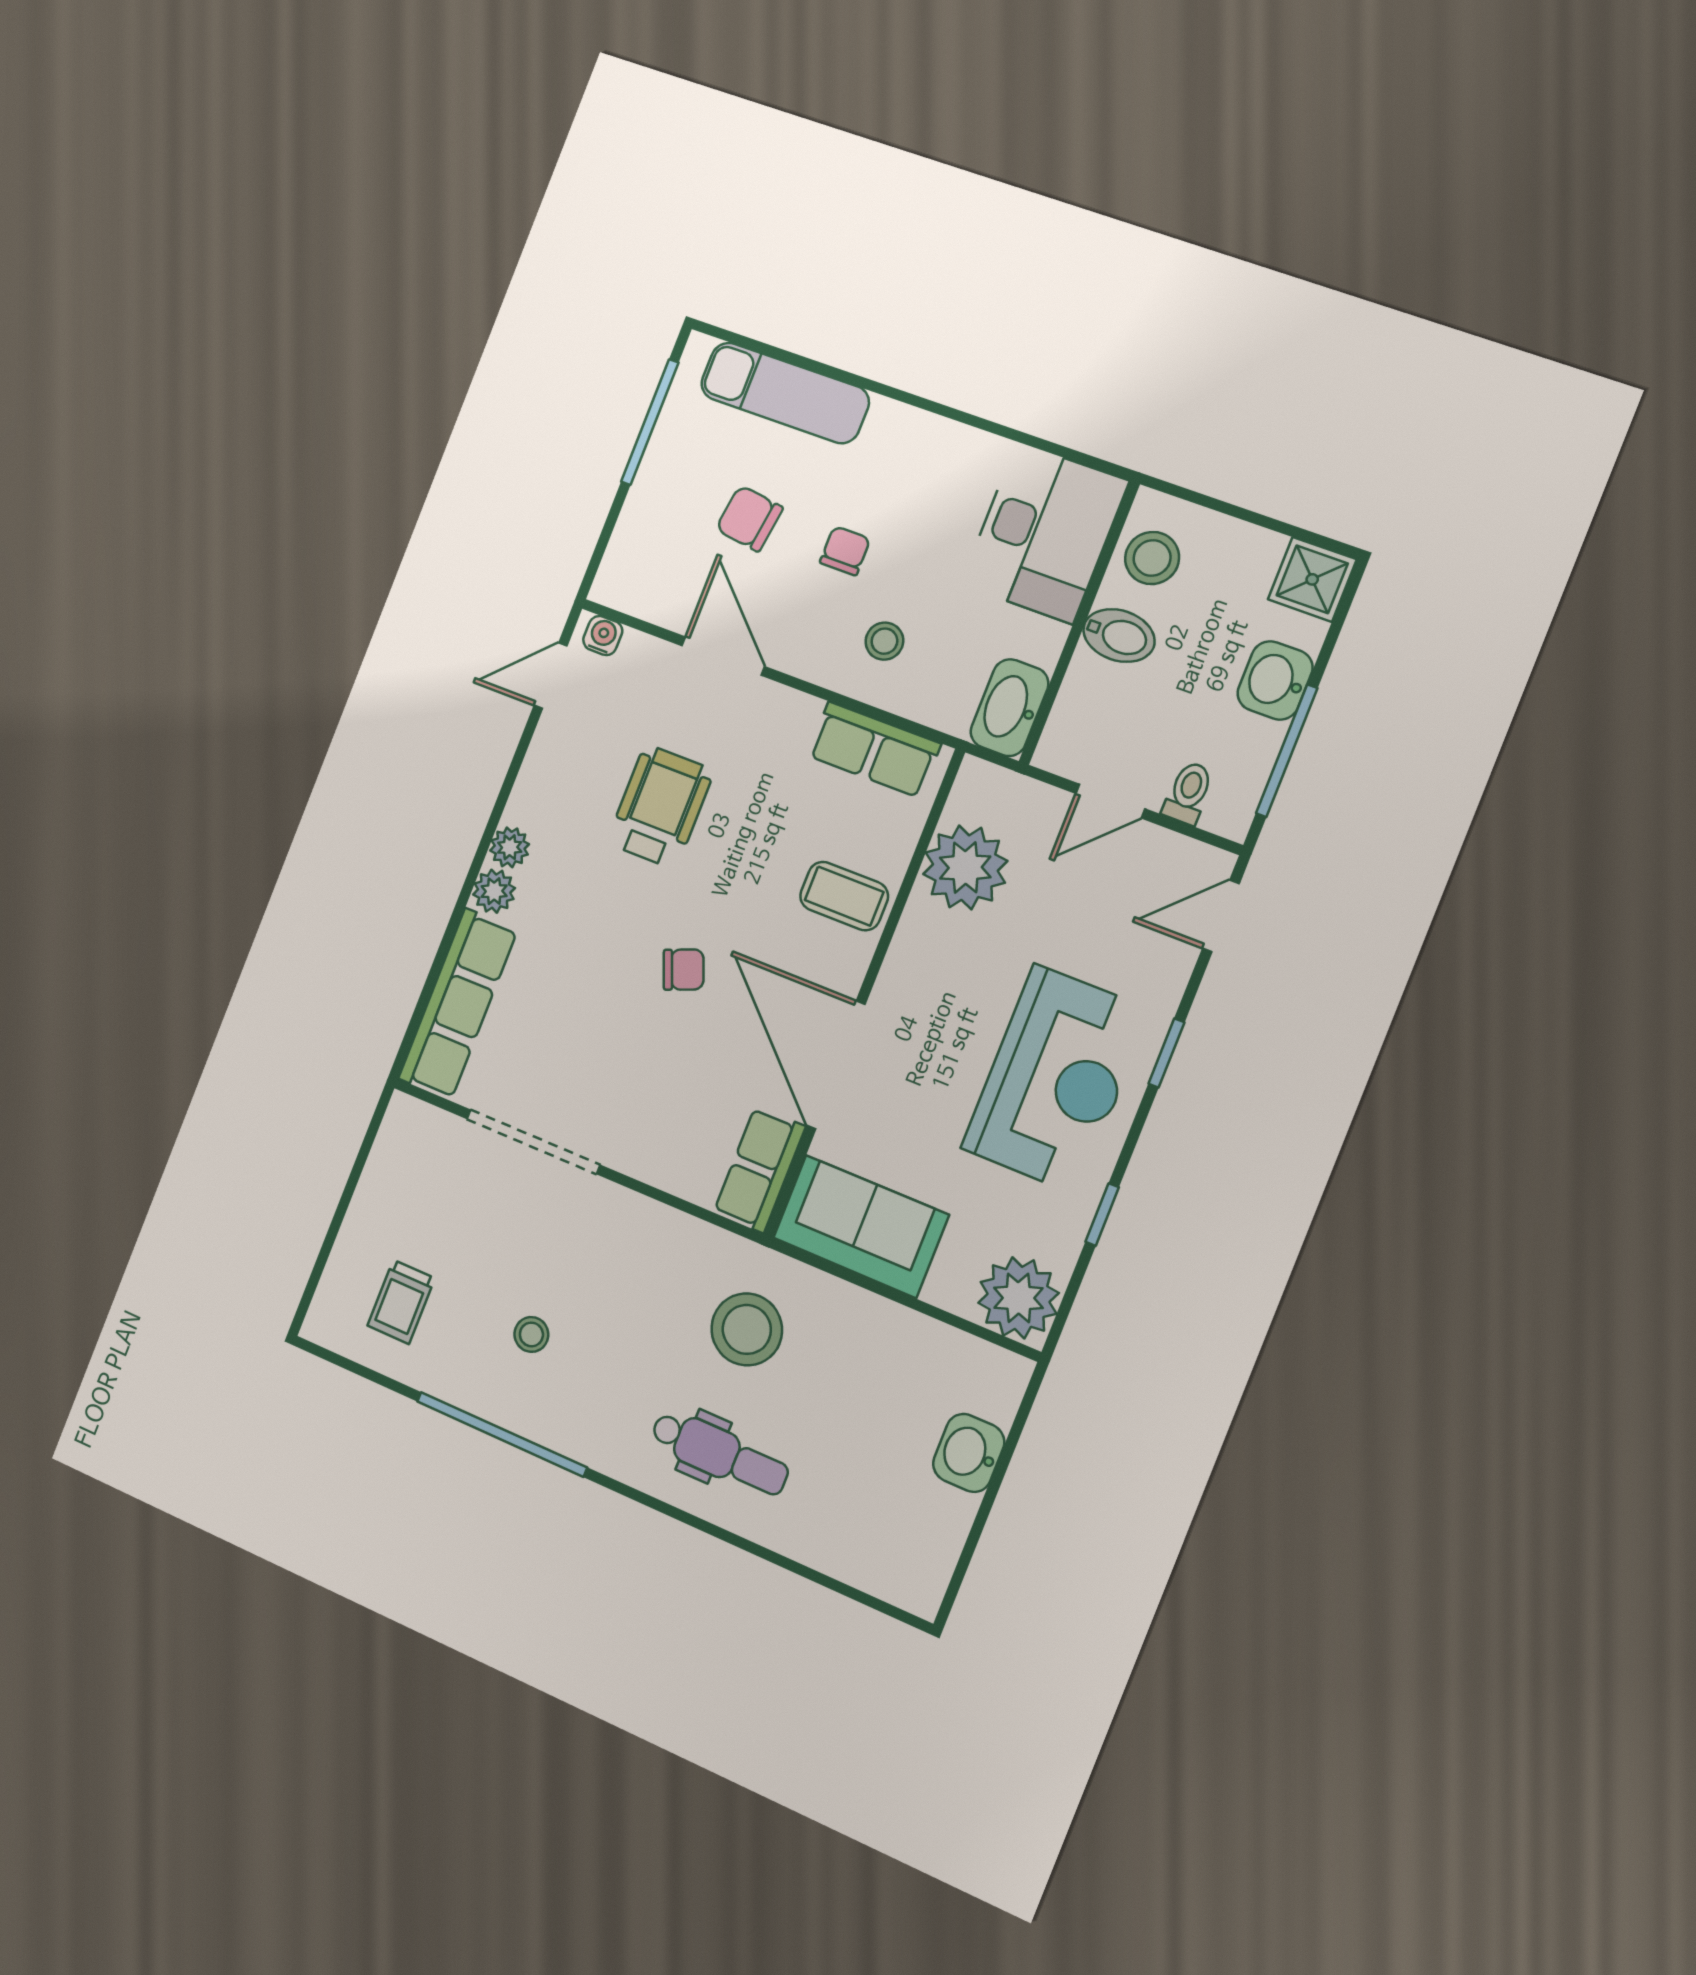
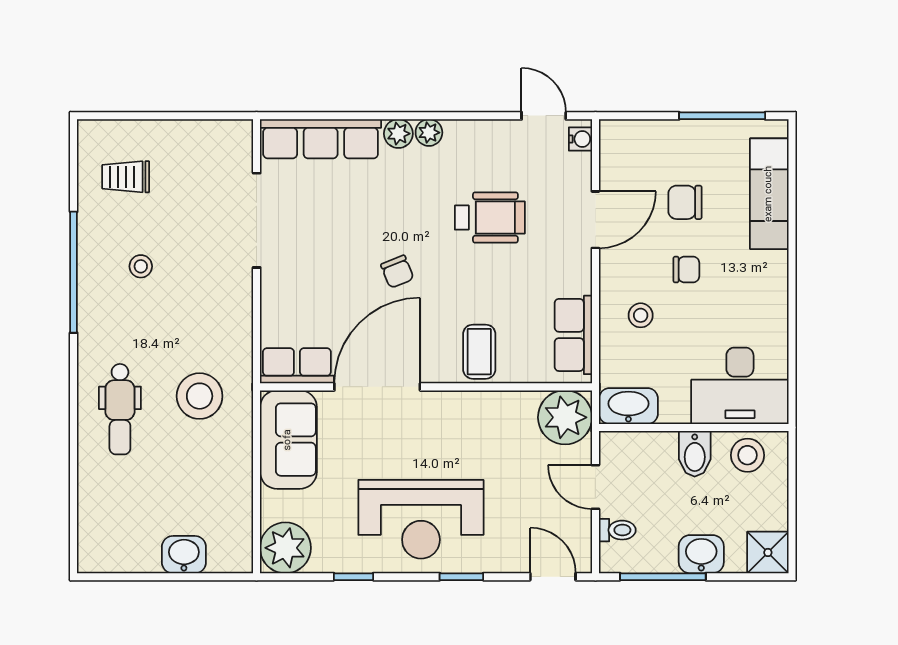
chair: (749, 518) -> (685, 202), turned -98
plant: (965, 868) -> (565, 417), moved

